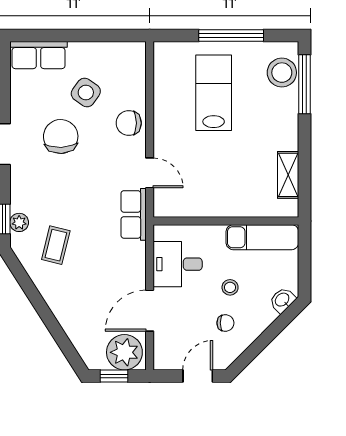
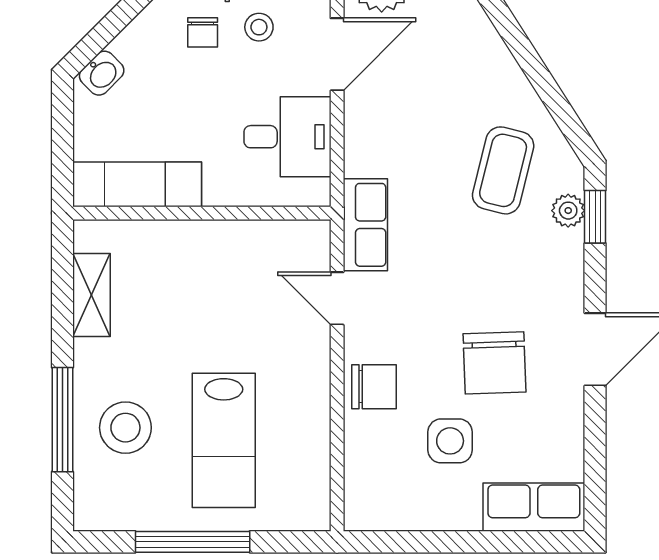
stool: (282, 73) -> (125, 428), moved
window: (305, 84) -> (62, 420), moved
side table: (86, 92) -> (450, 441), turned -35
coffee table: (56, 245) -> (503, 170), width x1.36, depth x1.30
stool: (230, 287) -> (259, 27), moved
chair: (225, 323) -> (203, 32), turned -90

